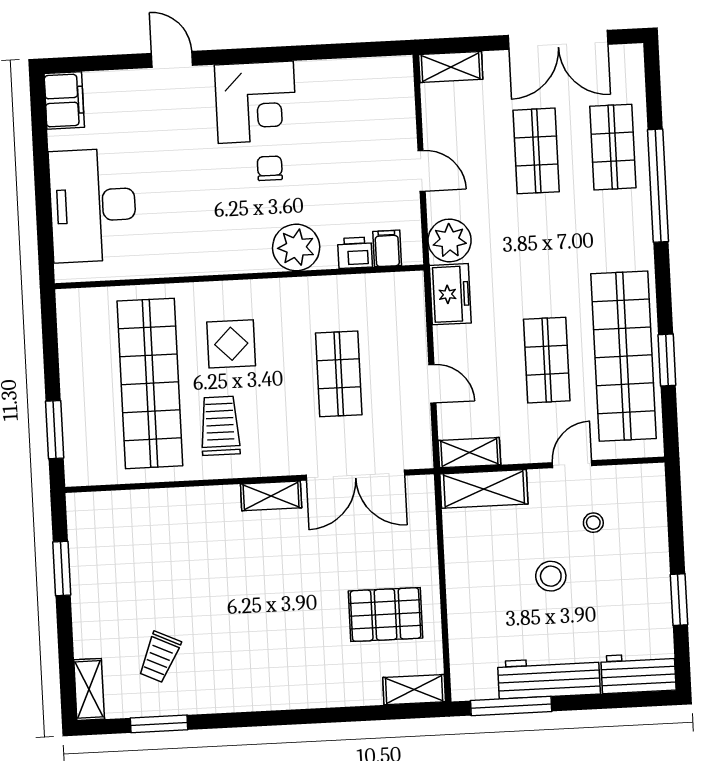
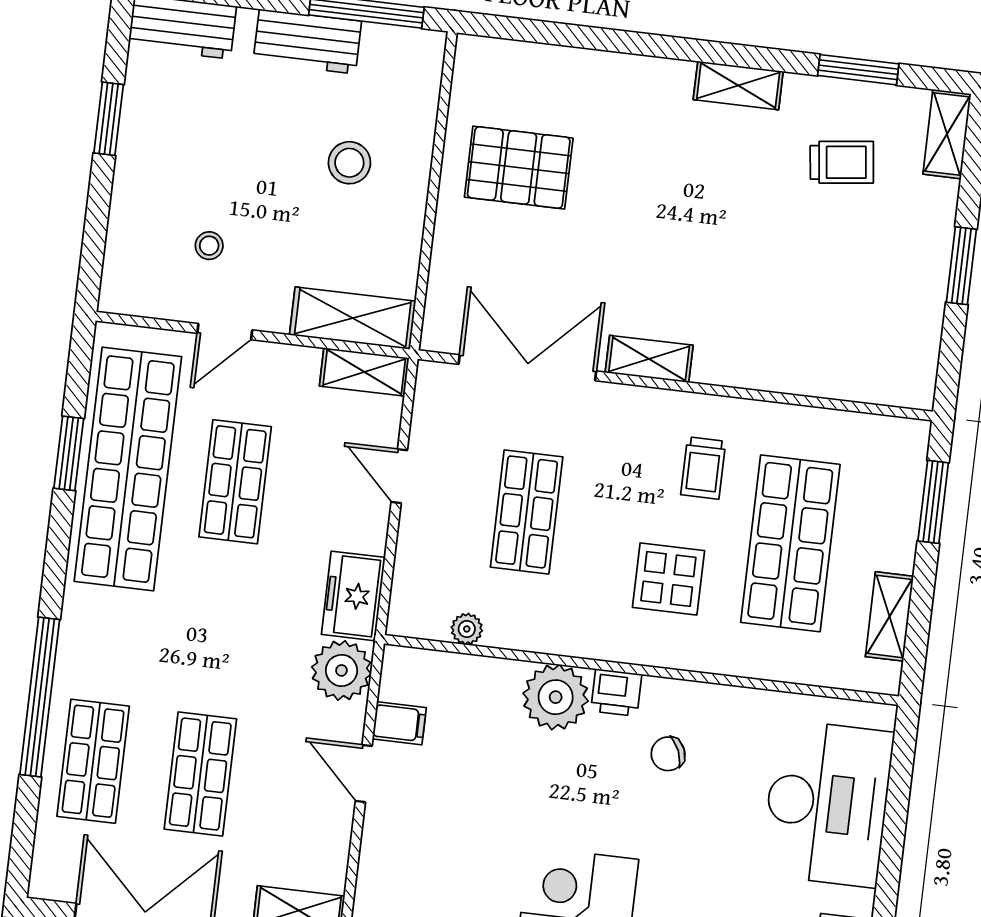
chair: (270, 168) -> (668, 754), moved, turned 67
filing cabinet: (387, 248) -> (399, 723), moved, turned -90
printer: (355, 253) -> (616, 693), moved
plant: (367, 285) -> (467, 629), added
shelving: (72, 344) -> (890, 616), added
shop shelf: (150, 383) -> (790, 543), width x0.71
trolley: (220, 426) -> (703, 468), width x0.73, depth x0.72
window: (62, 569) -> (961, 266), moved
stool: (551, 576) -> (349, 163), moved
trolley: (159, 657) -> (842, 162), turned 58
workbench: (549, 678) -> (307, 41), width x0.73
shelving: (414, 690) -> (738, 85), moved

